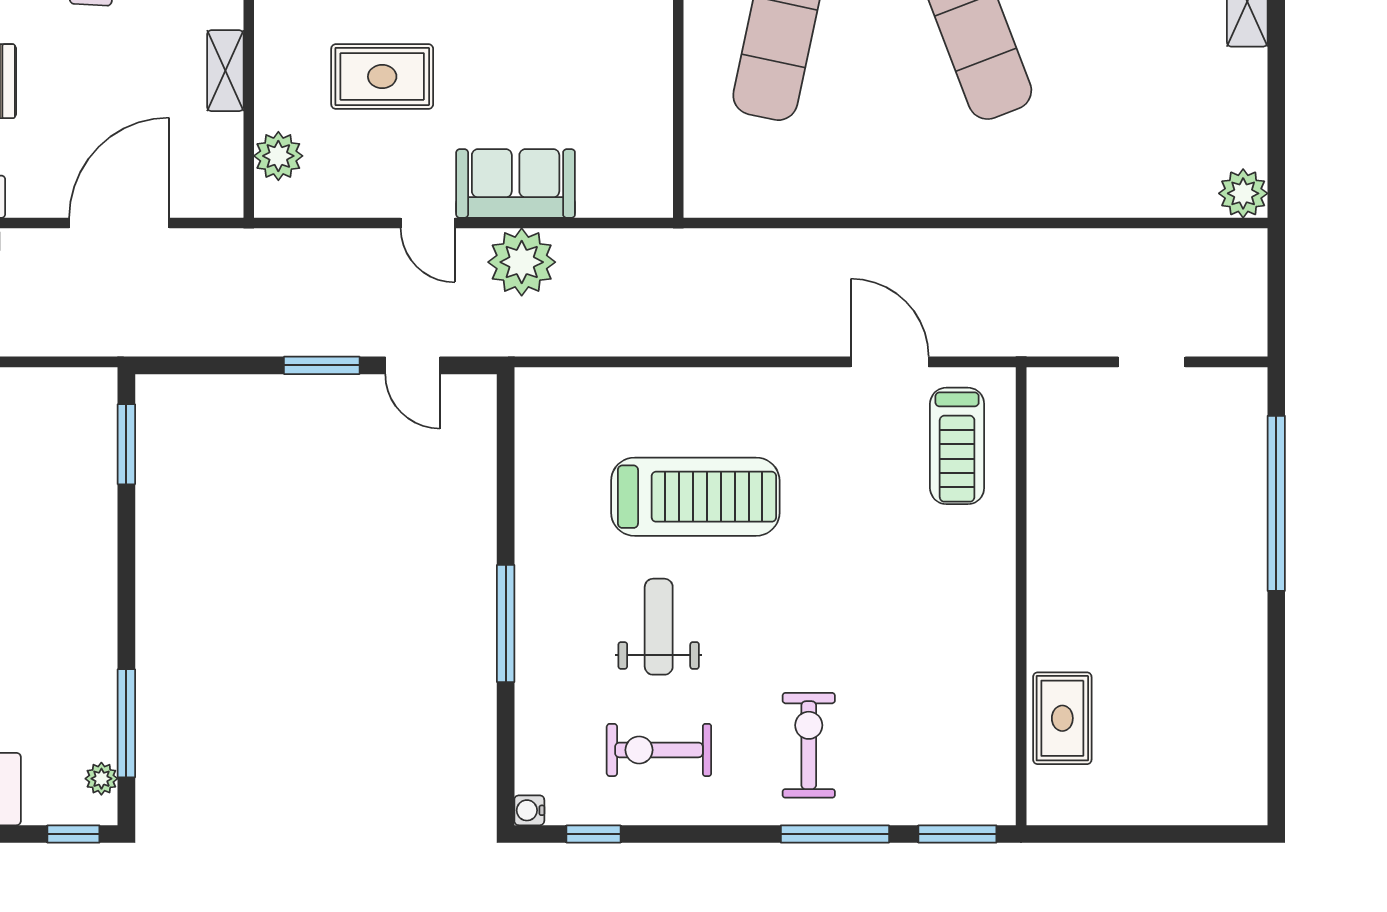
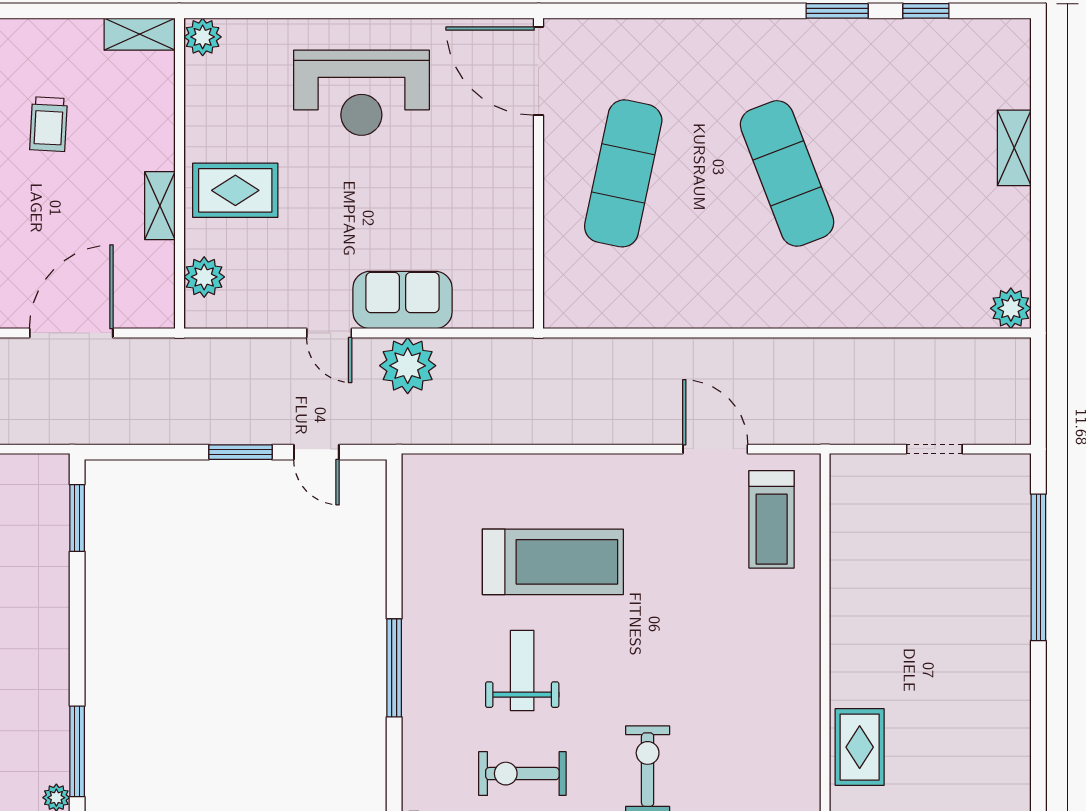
rug: (382, 77) -> (235, 190), moved

